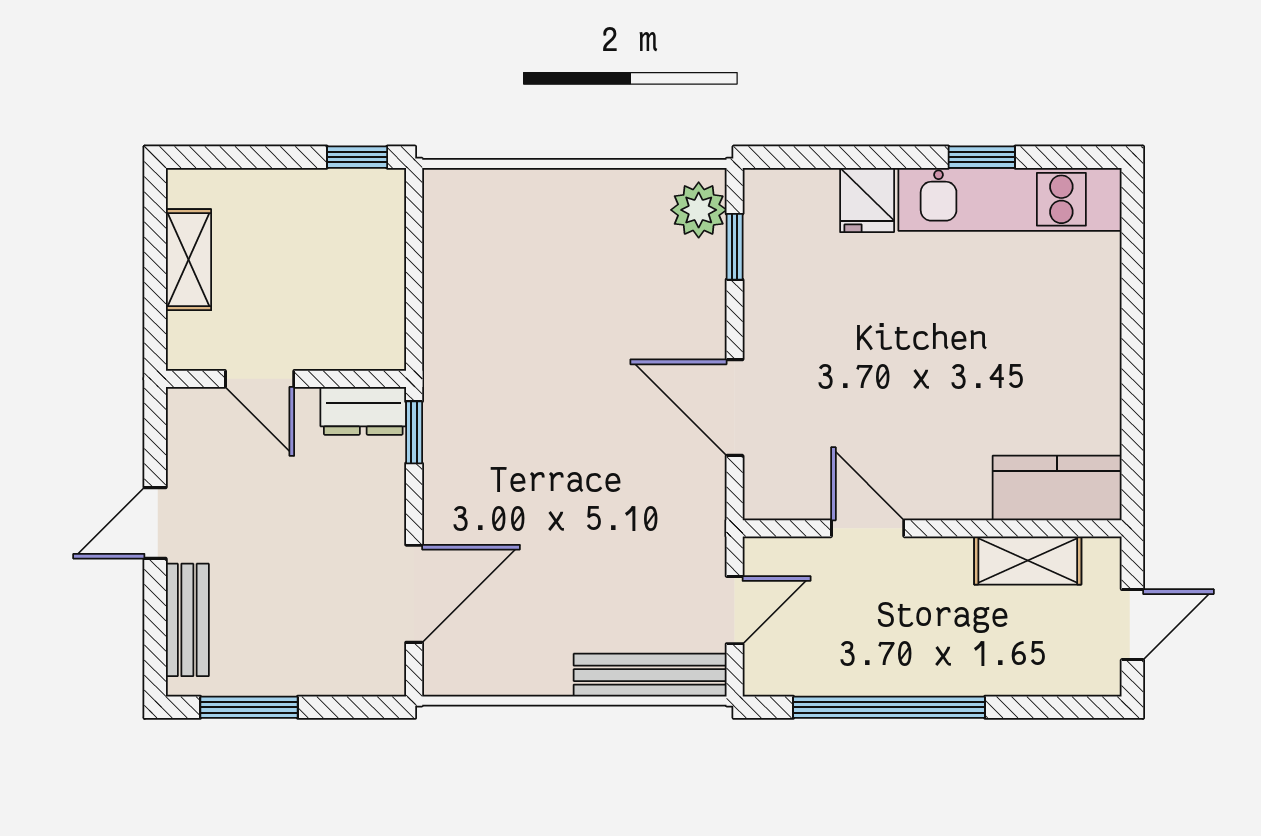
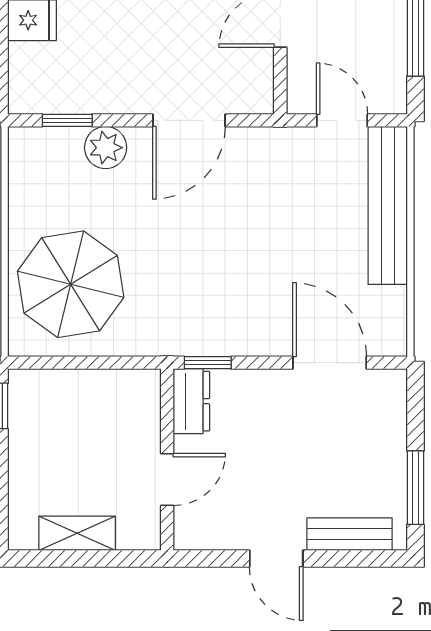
plant: (699, 210) -> (106, 148), moved
parasol: (518, 251) -> (71, 284), added
bench: (650, 675) -> (388, 205), width x1.37, depth x1.21

